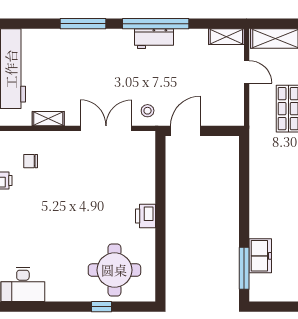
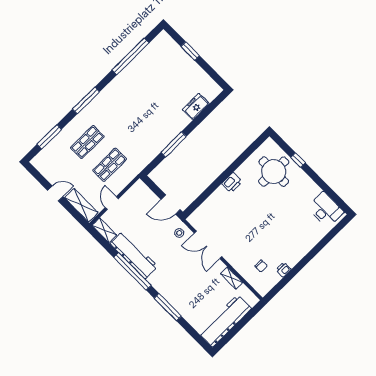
workbench: (154, 39) -> (134, 255), width x1.88, depth x1.32
window: (244, 268) -> (174, 144), moved

